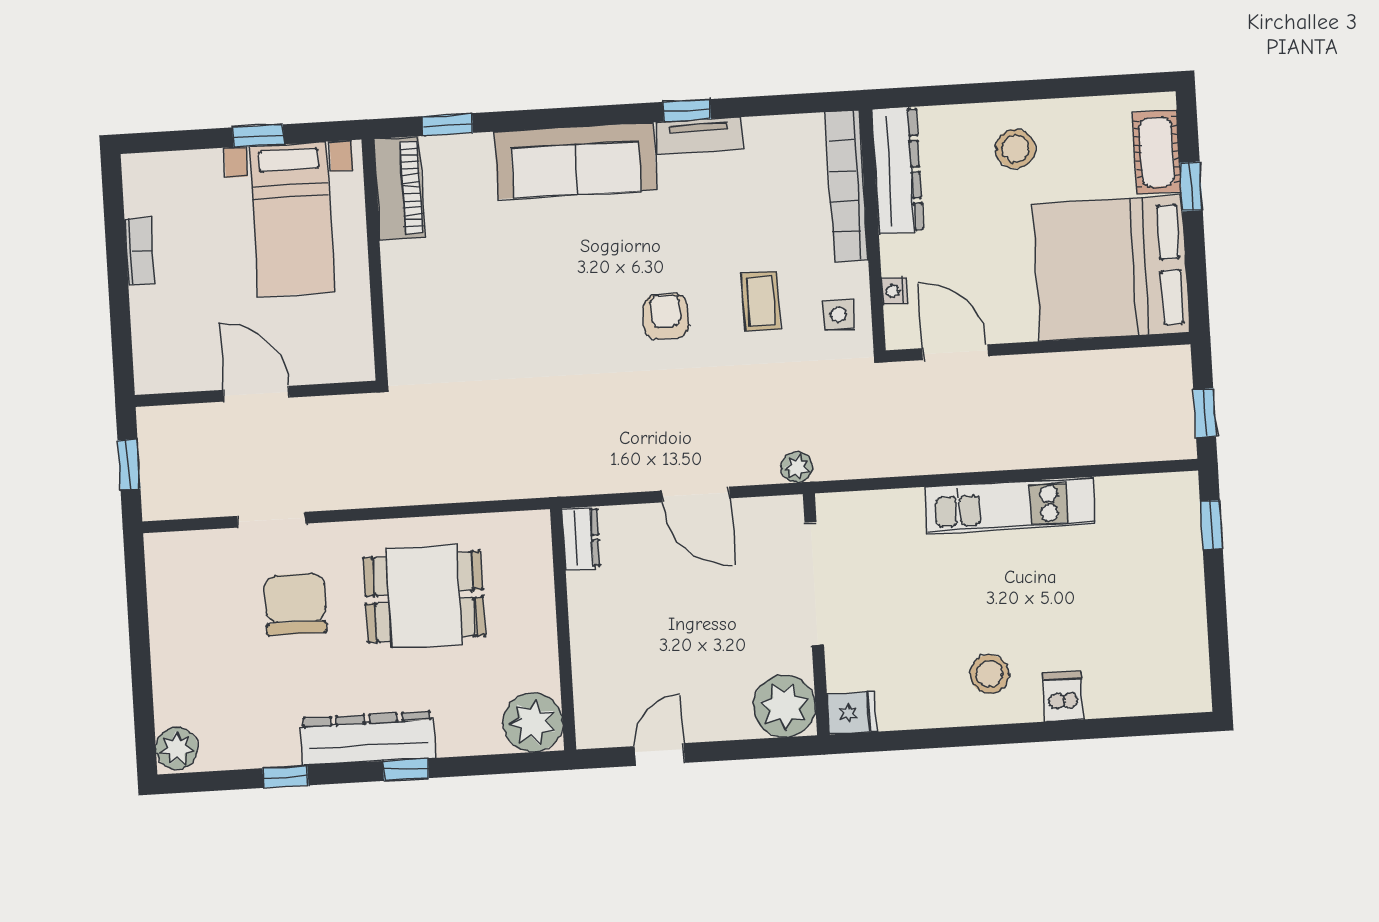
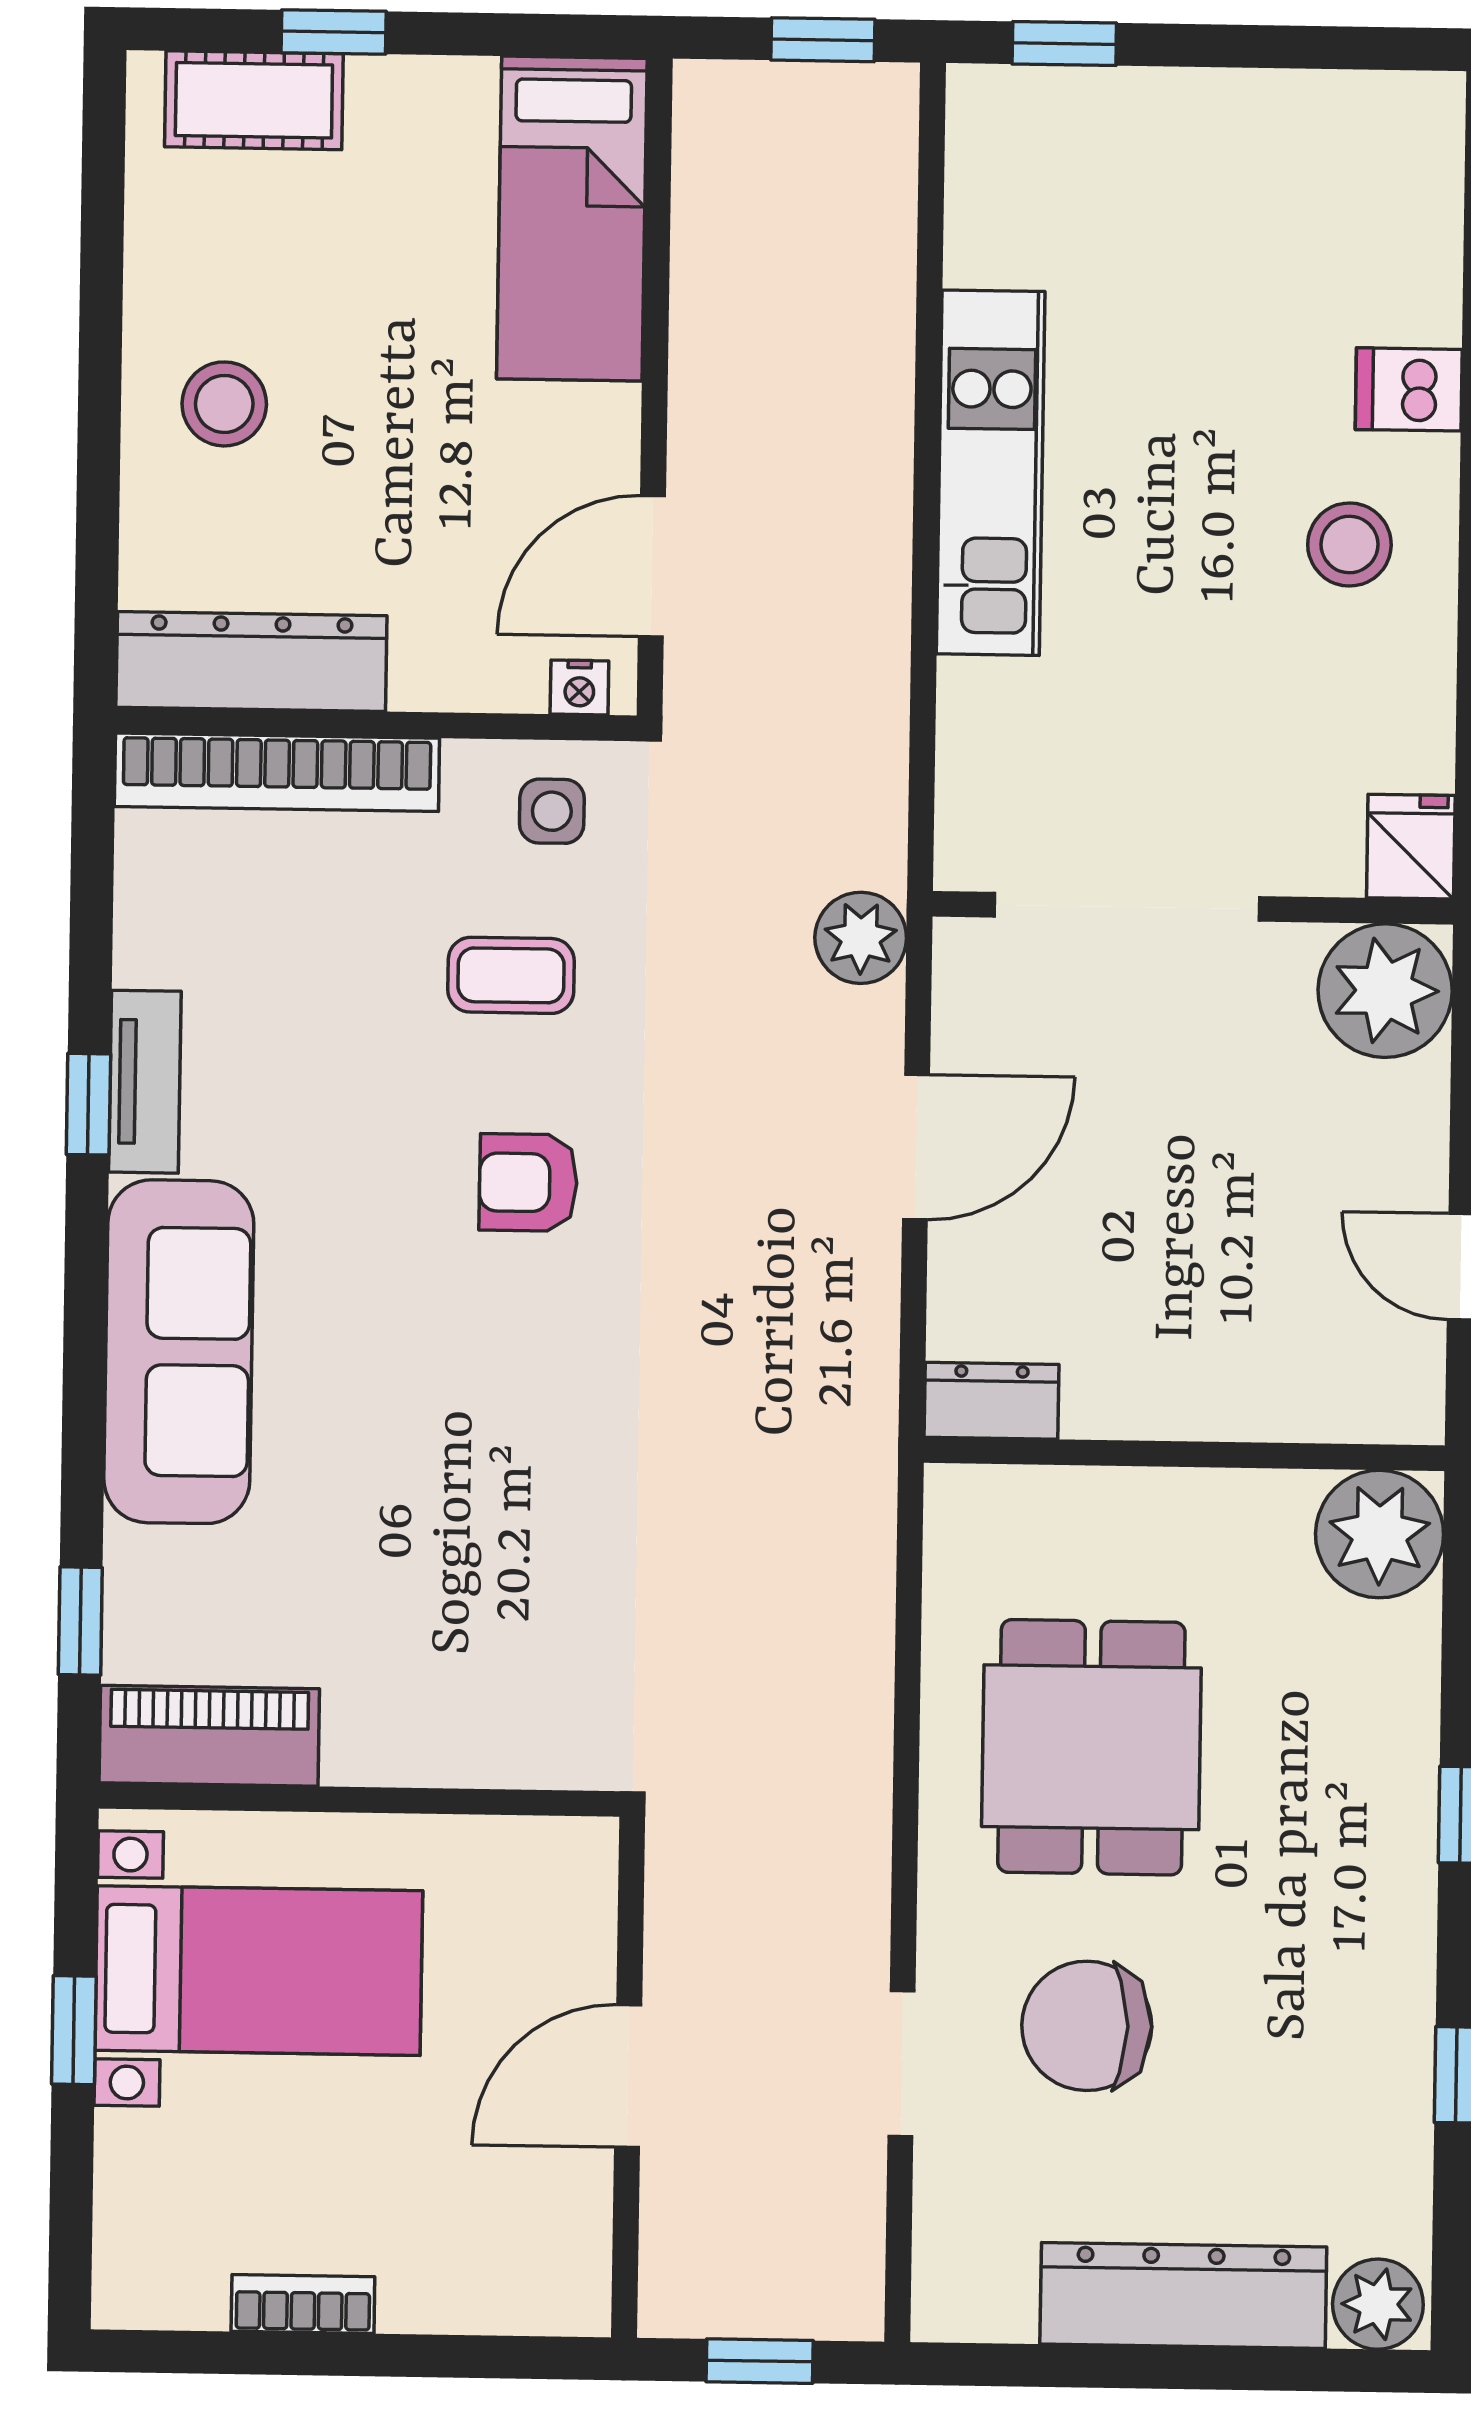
bed: (1111, 268) -> (572, 219), width x0.49
nightstand: (895, 291) -> (579, 687), moved
plant: (797, 467) -> (861, 938), width x1.38, depth x1.38
dresser: (368, 738) -> (1183, 2296), moved, turned 90

